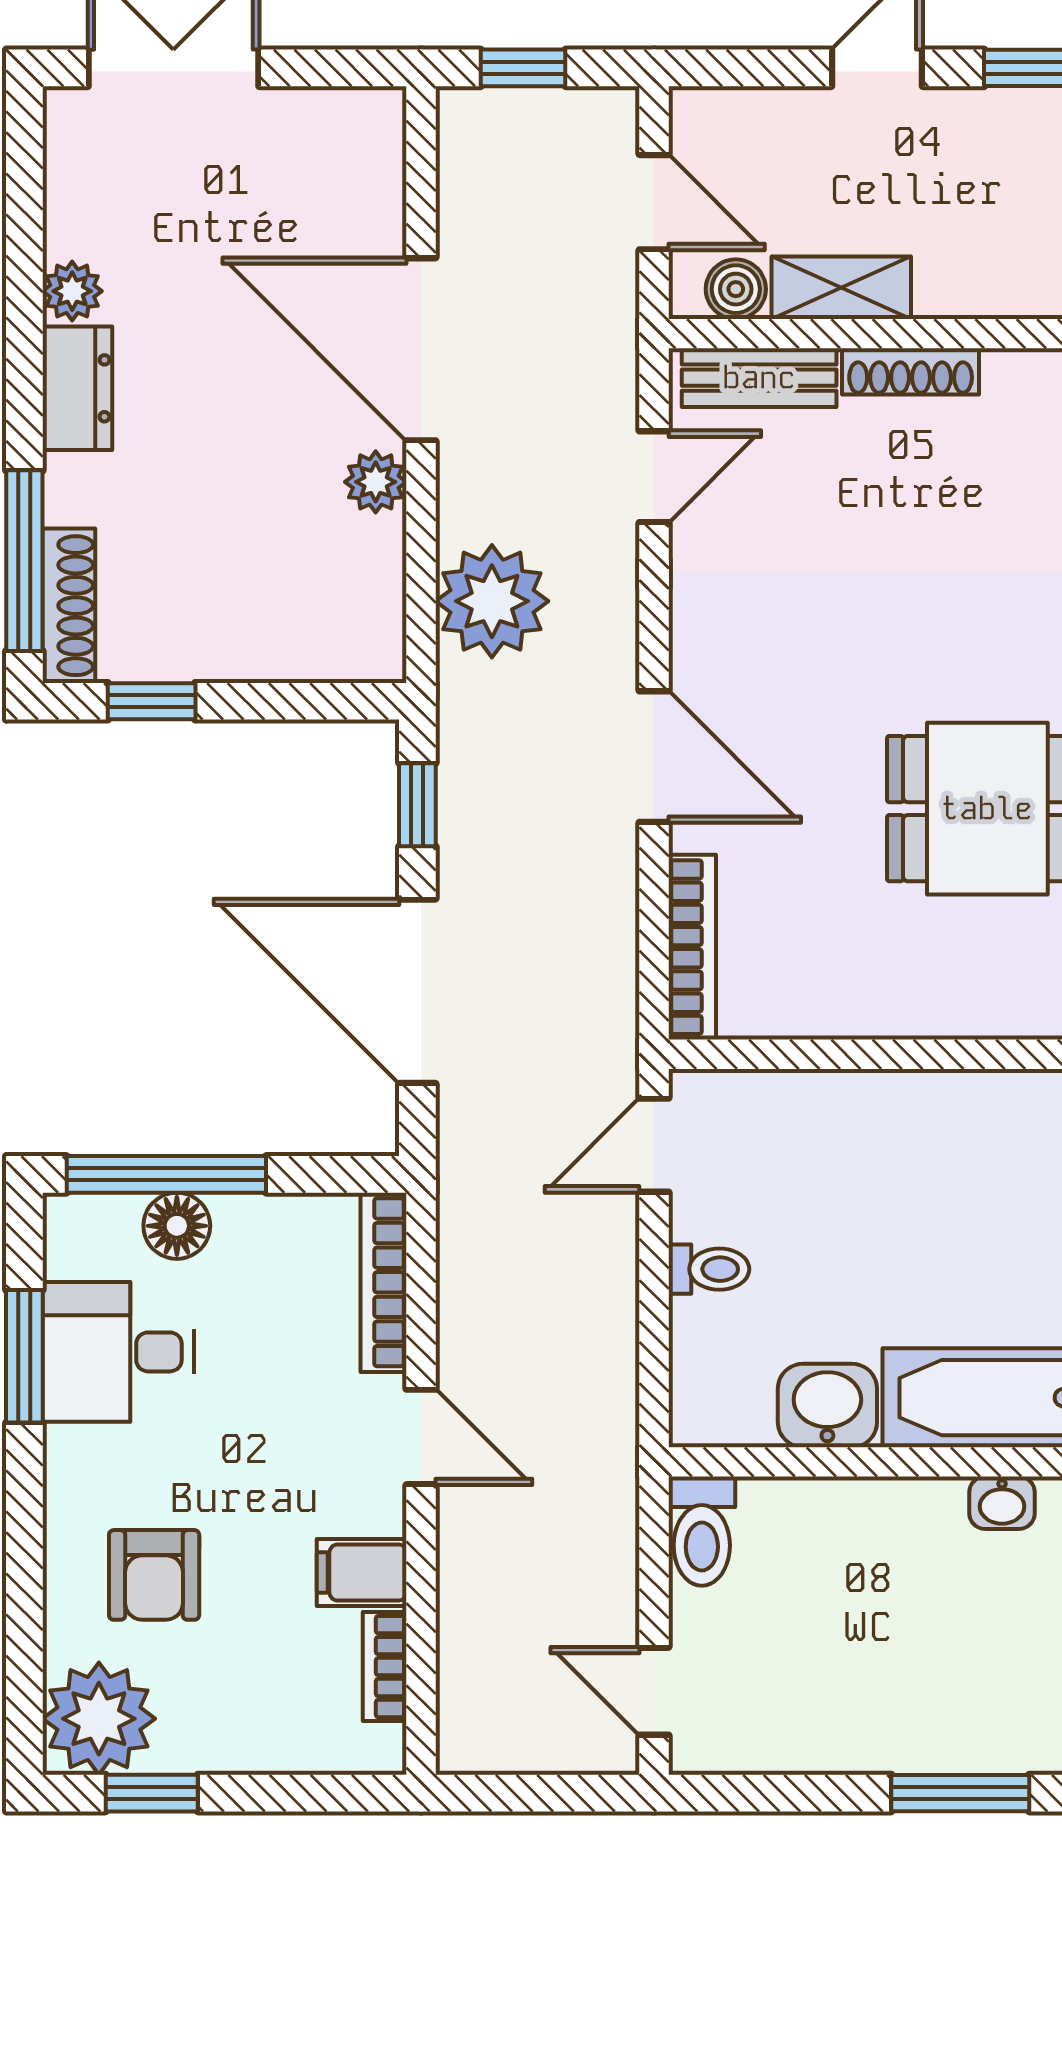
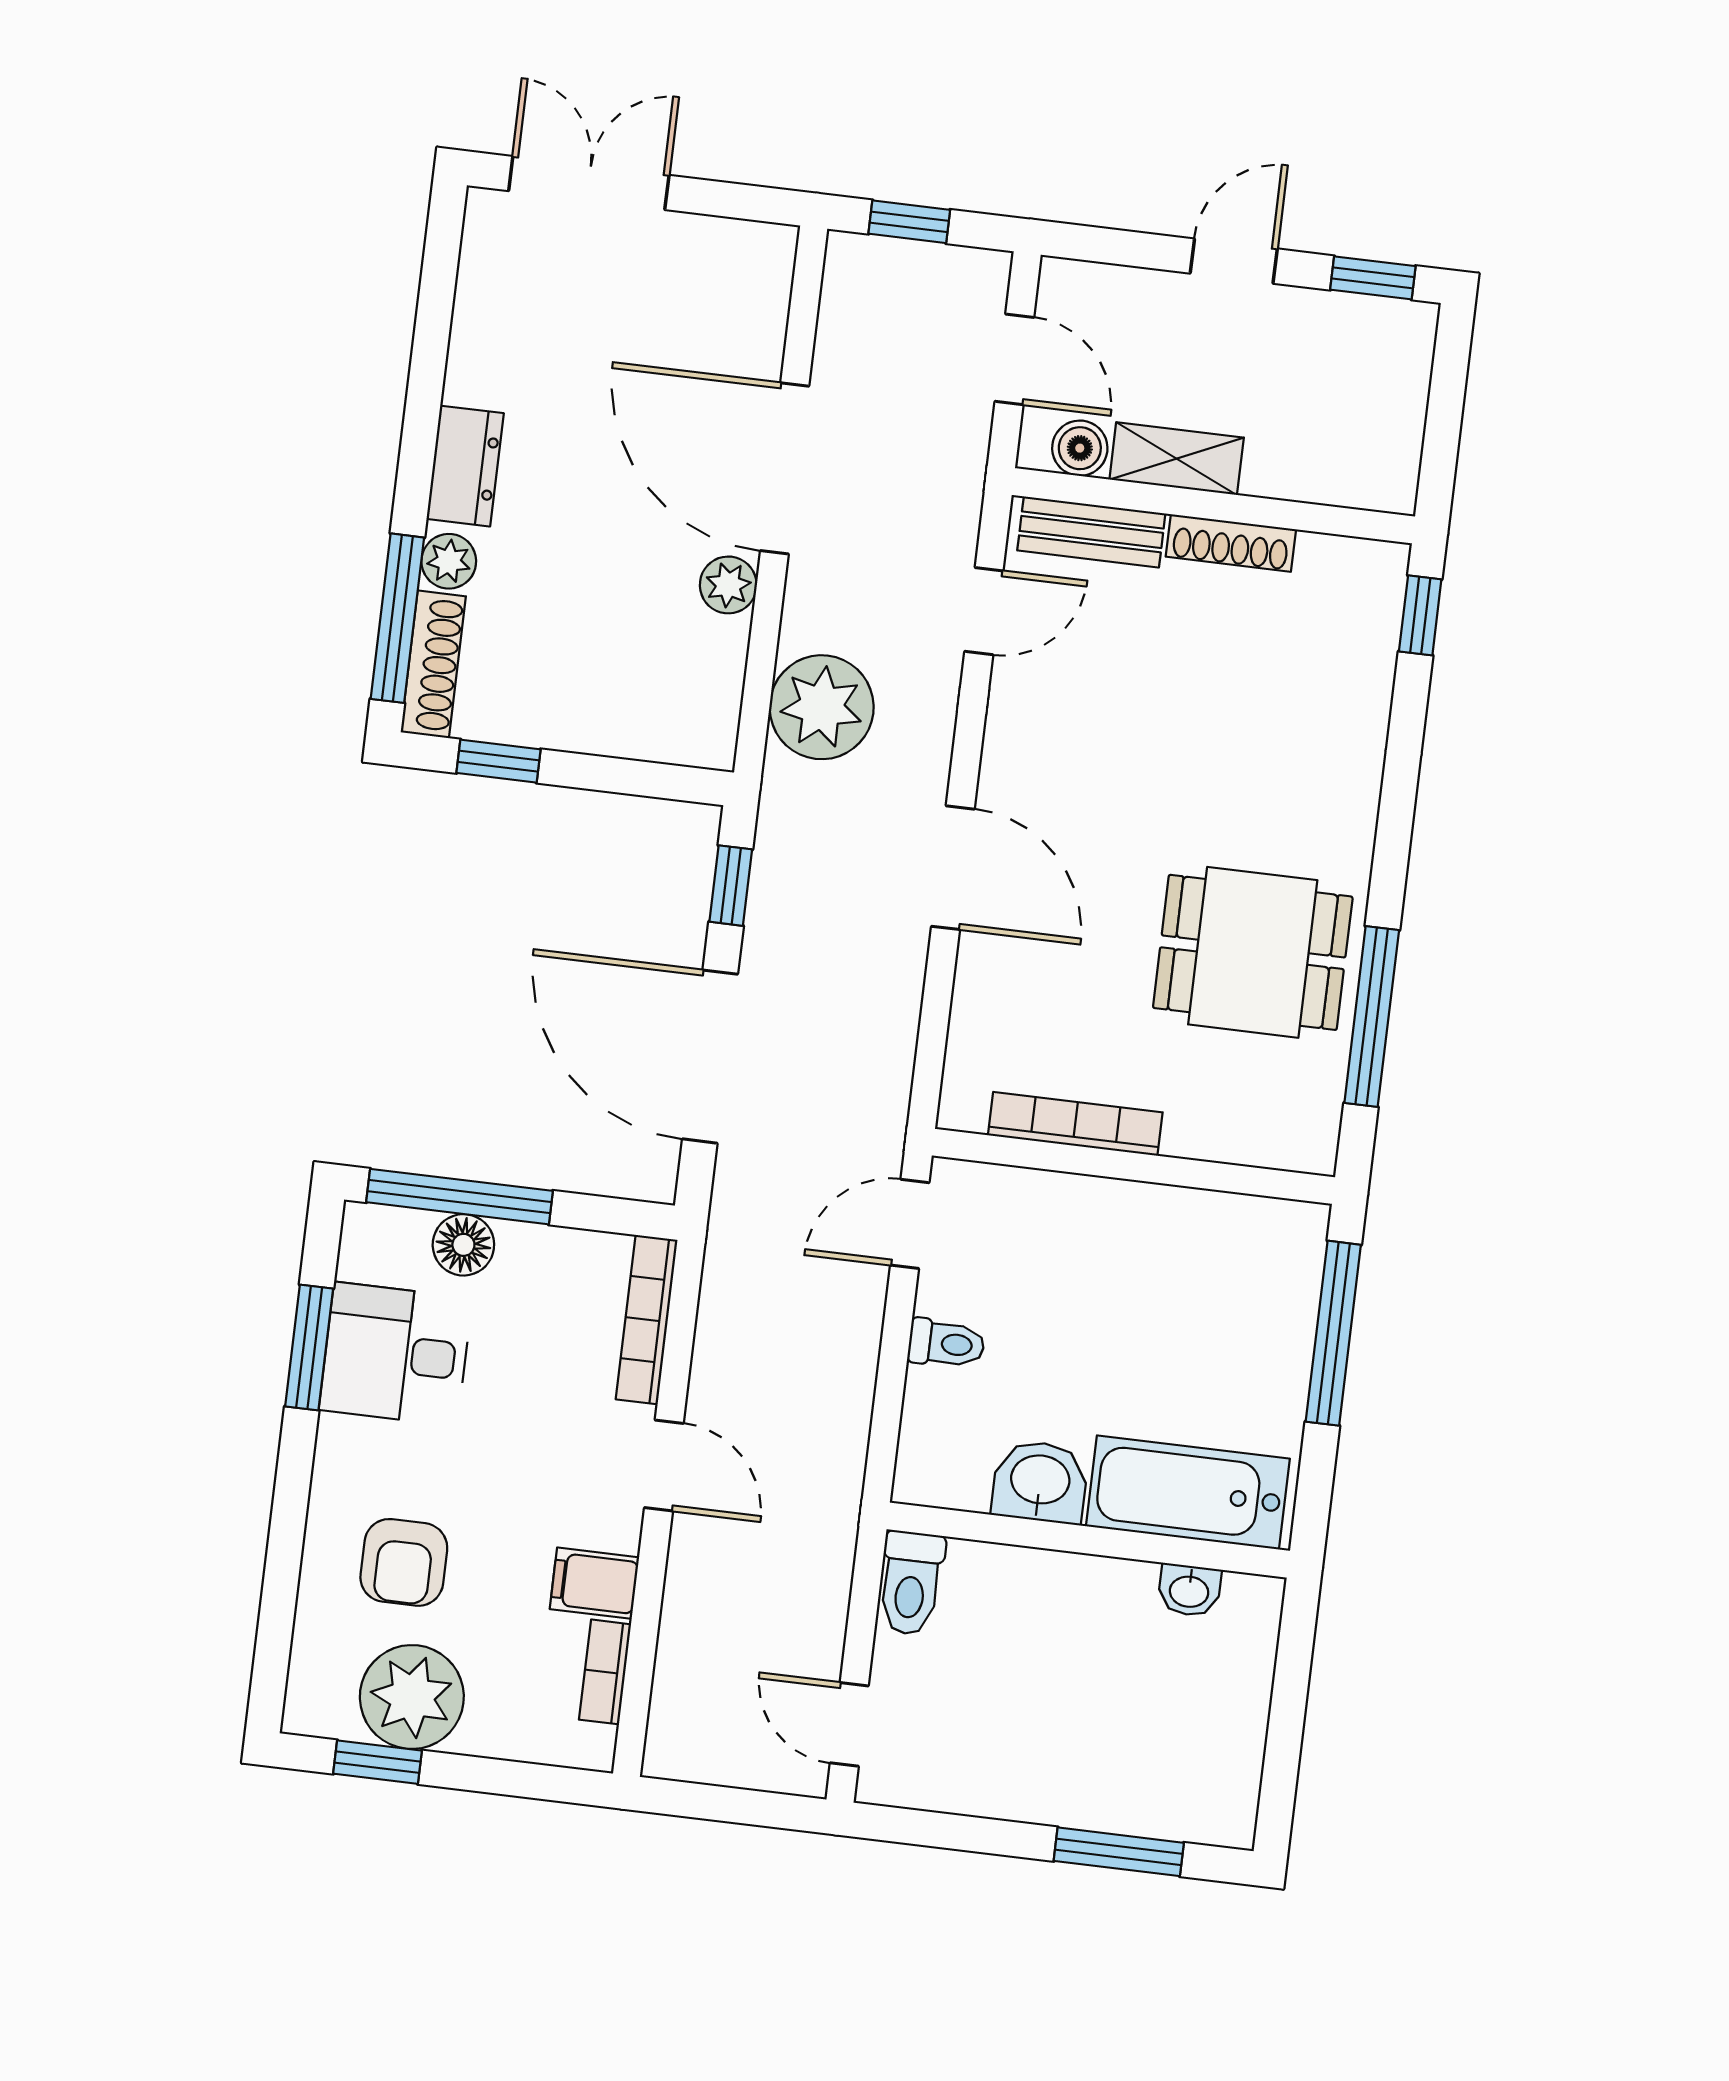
plant: (72, 291) -> (449, 561), moved
bookcase: (692, 947) -> (1075, 1124), moved, turned -90
plant: (99, 1719) -> (412, 1697), moved

